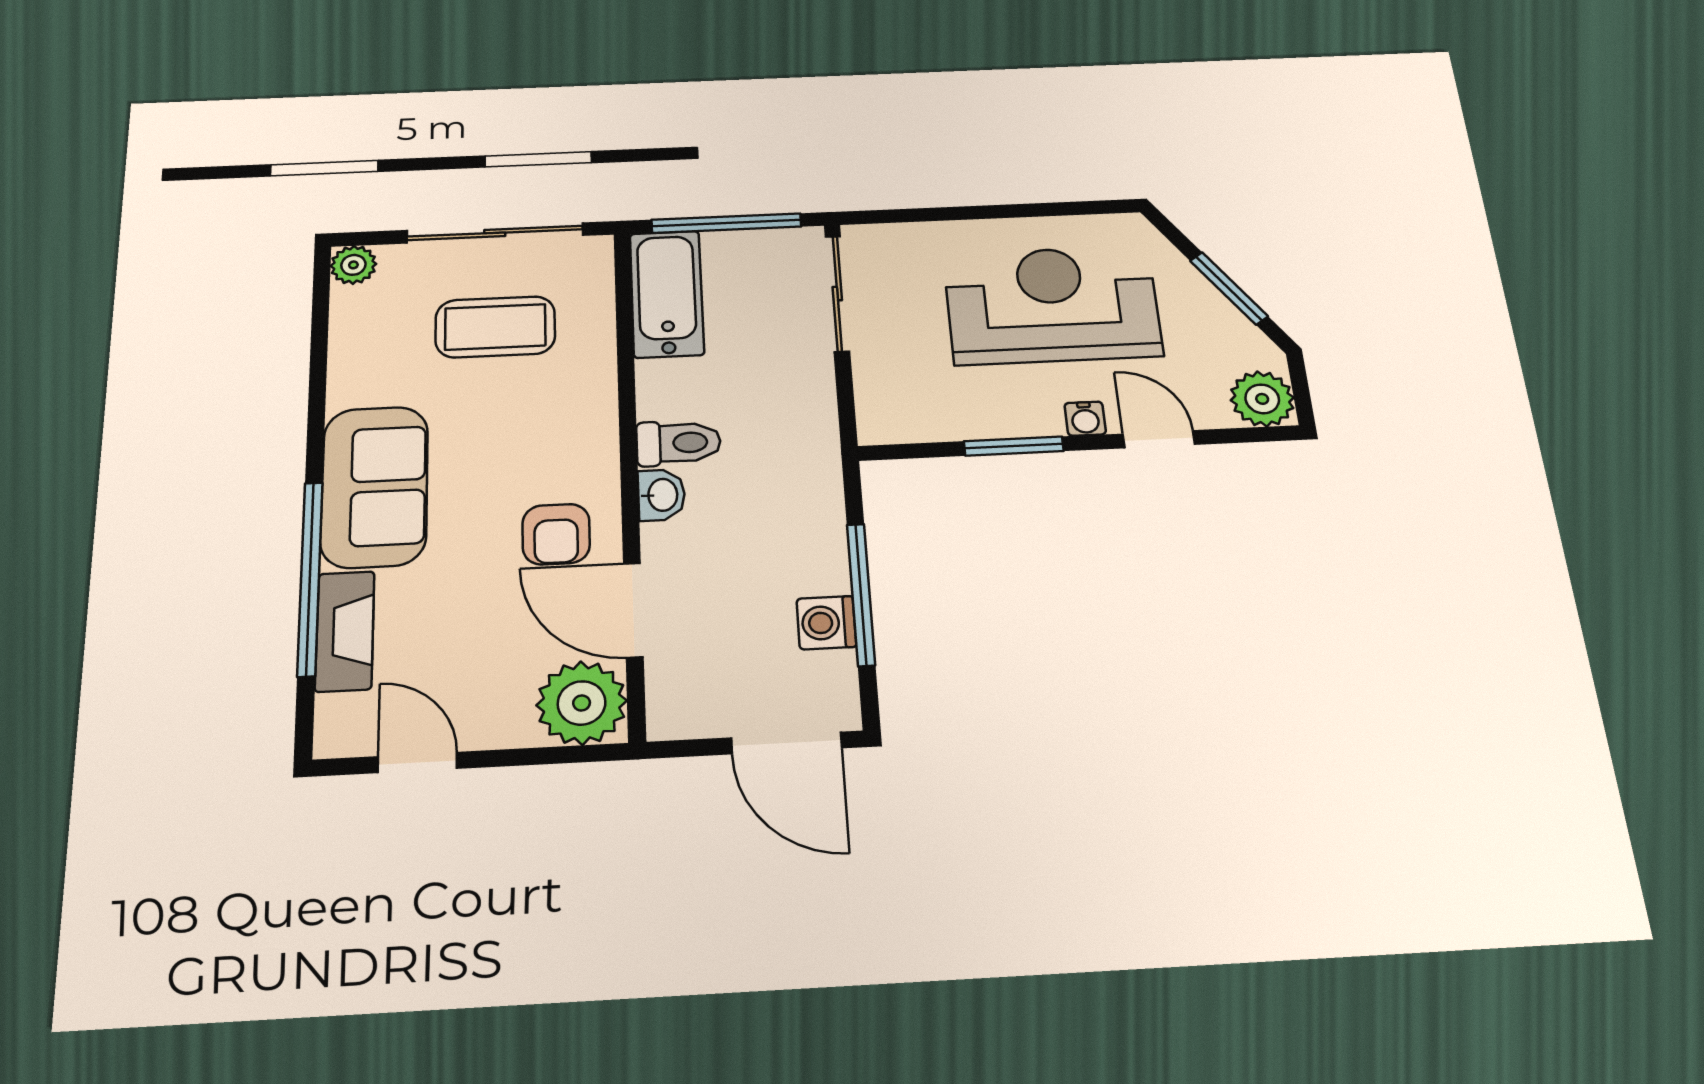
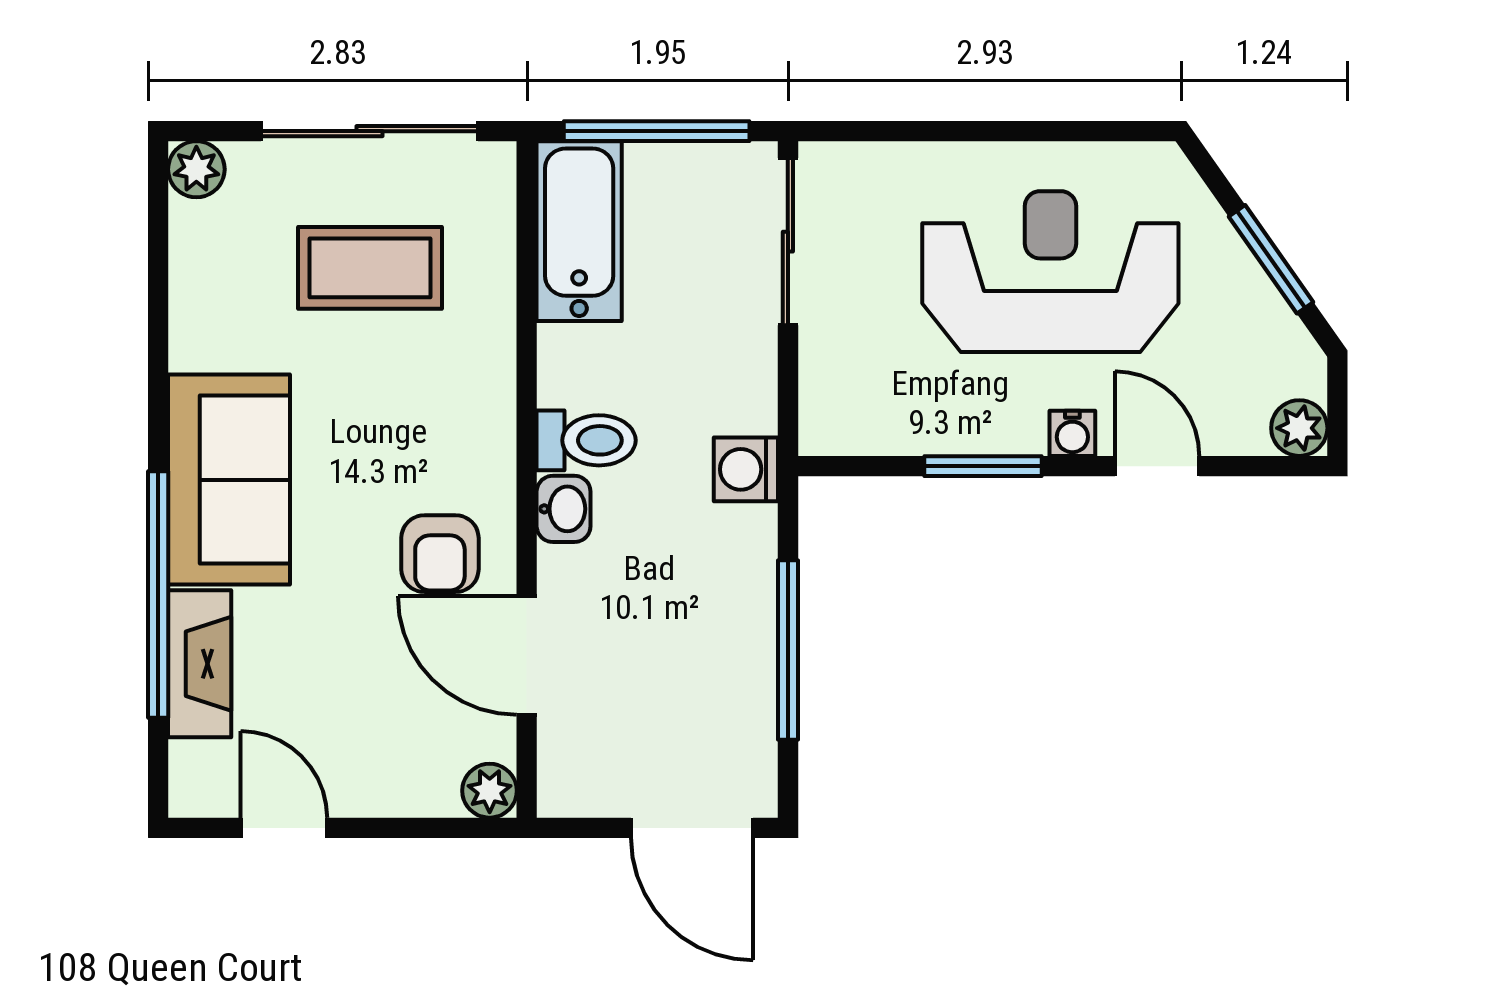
plant: (1262, 399) -> (1299, 428), width x0.73, depth x0.73
washing machine: (826, 623) -> (746, 469), moved
plant: (582, 703) -> (490, 791), width x0.53, depth x0.53

